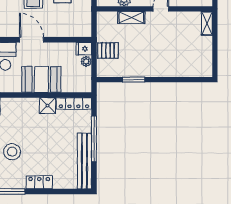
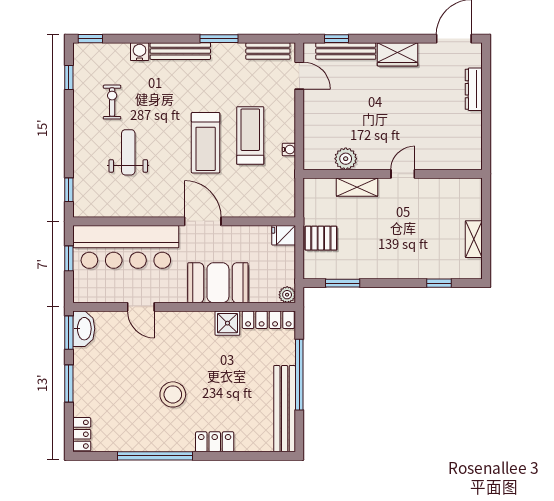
shelving: (207, 23) -> (474, 239), moved
plant: (86, 61) -> (287, 295), moved
window: (133, 80) -> (343, 283), moved
window: (184, 80) -> (439, 283), added

